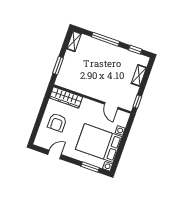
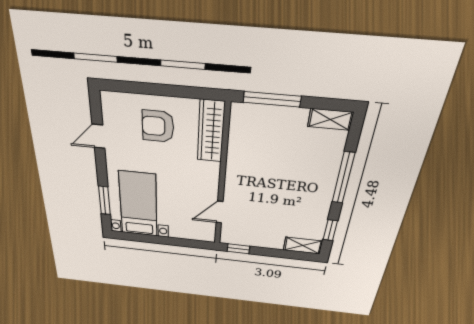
window: (58, 65) -> (272, 99), width x1.44
shelving: (139, 75) -> (303, 246), moved
bed with nightstands: (99, 143) -> (138, 204), width x0.73
door: (55, 154) -> (98, 136), swing flipped

